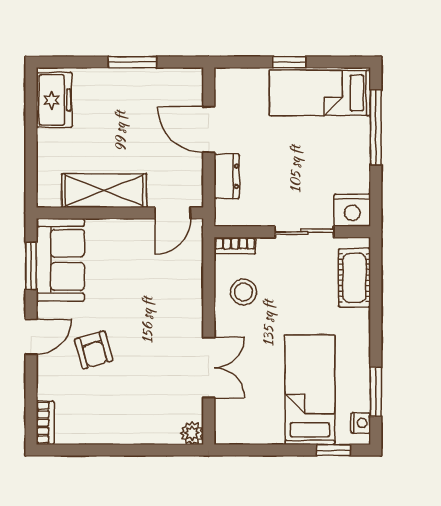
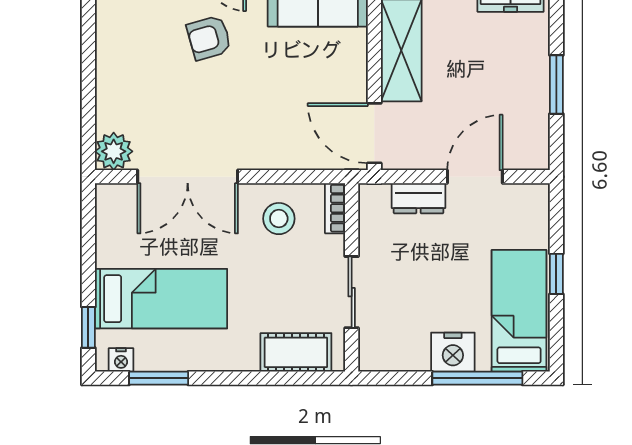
nightstand: (352, 210) -> (453, 352), moved, turned -90
door: (173, 213) -> (374, 133), width x1.38
double door: (209, 368) -> (188, 177), width x1.37
plant: (192, 433) -> (114, 151), width x1.38, depth x1.38

